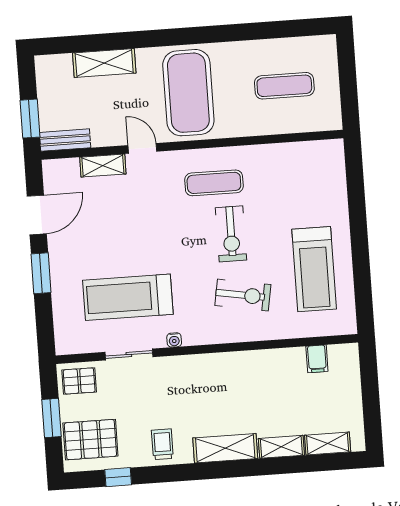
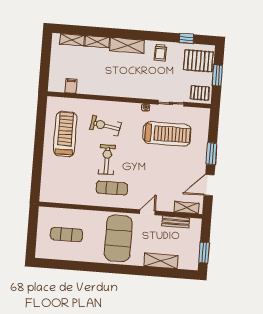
window: (30, 119) -> (204, 253), moved
bench: (65, 140) -> (176, 222), moved
door: (142, 148) -> (147, 212), swing flipped
shelving: (103, 166) -> (187, 208), moved

